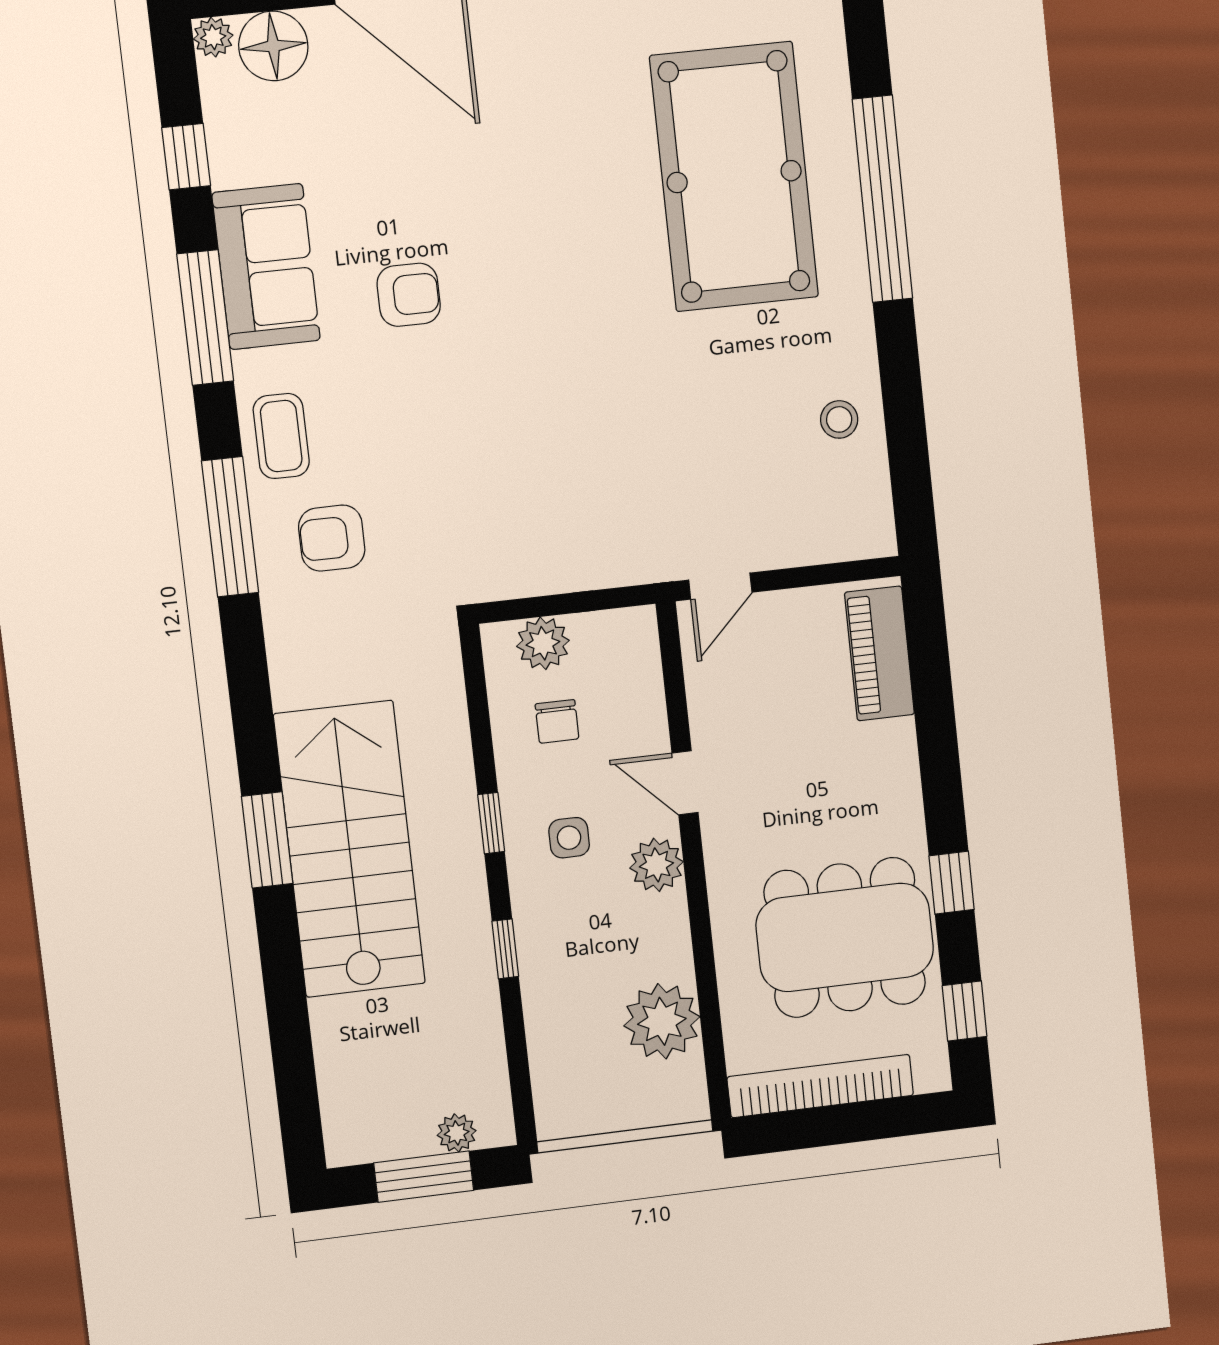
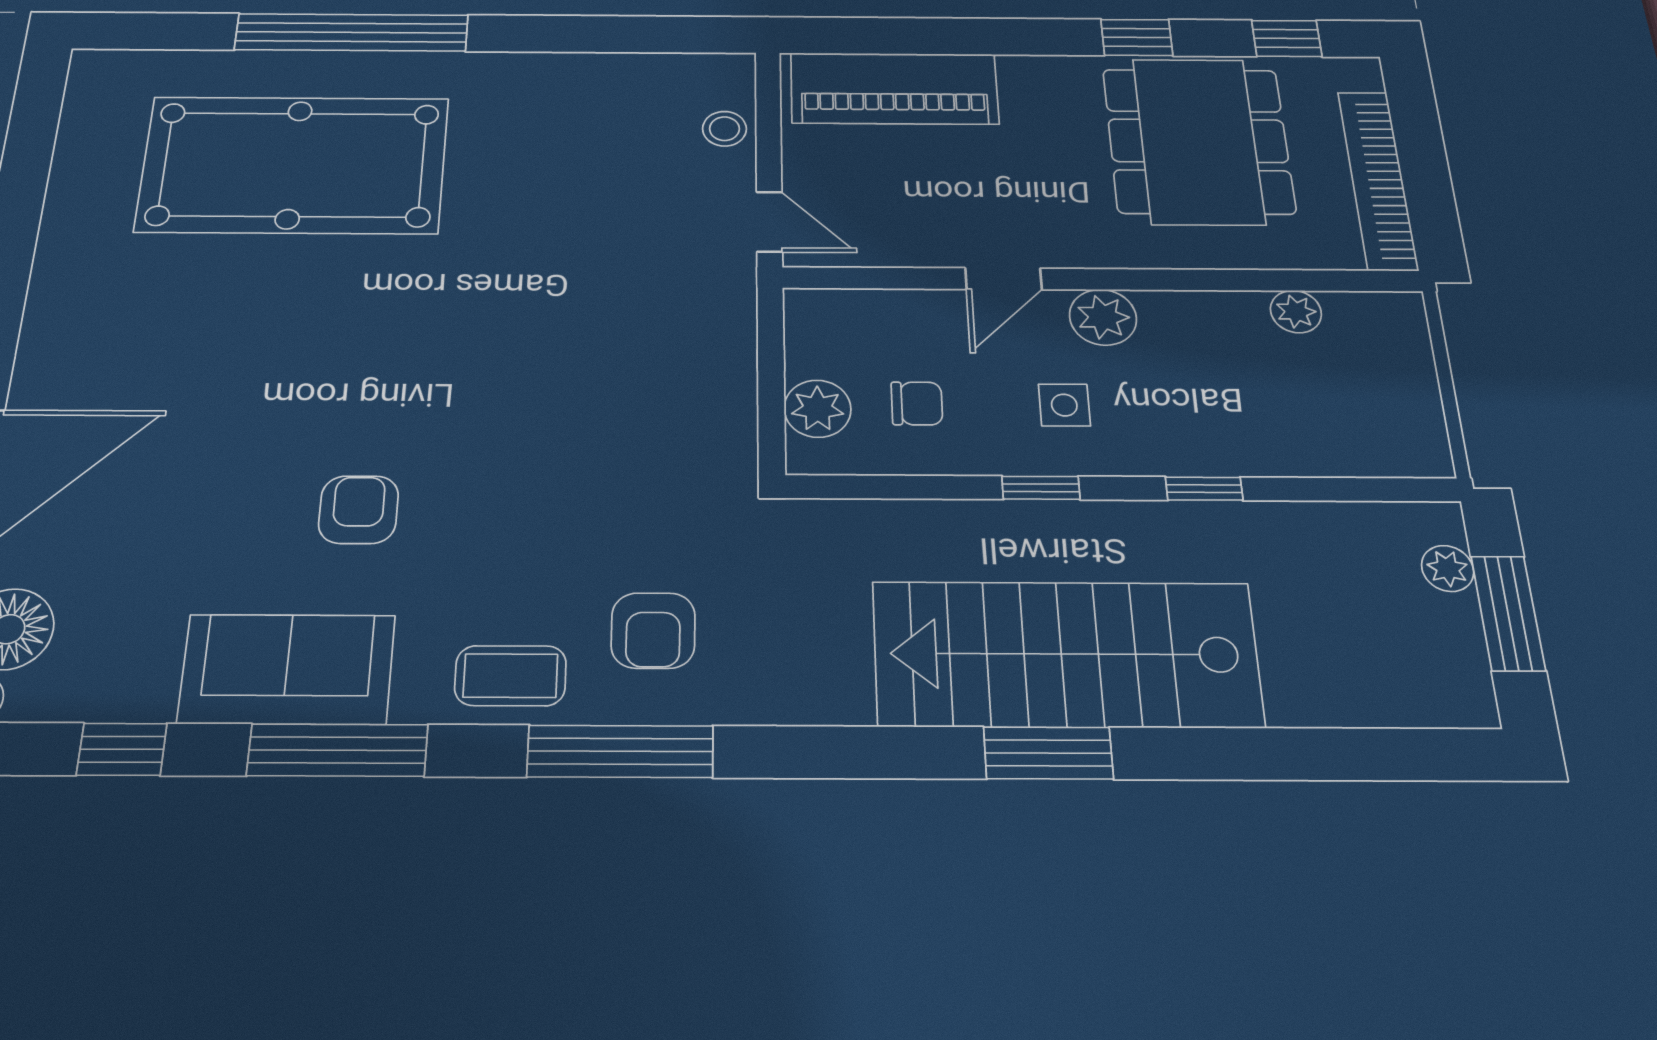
stool: (839, 419) -> (724, 129), moved
piano: (879, 653) -> (894, 88), width x1.37, depth x1.33
plant: (662, 1021) -> (1296, 312), width x0.53, depth x0.53

